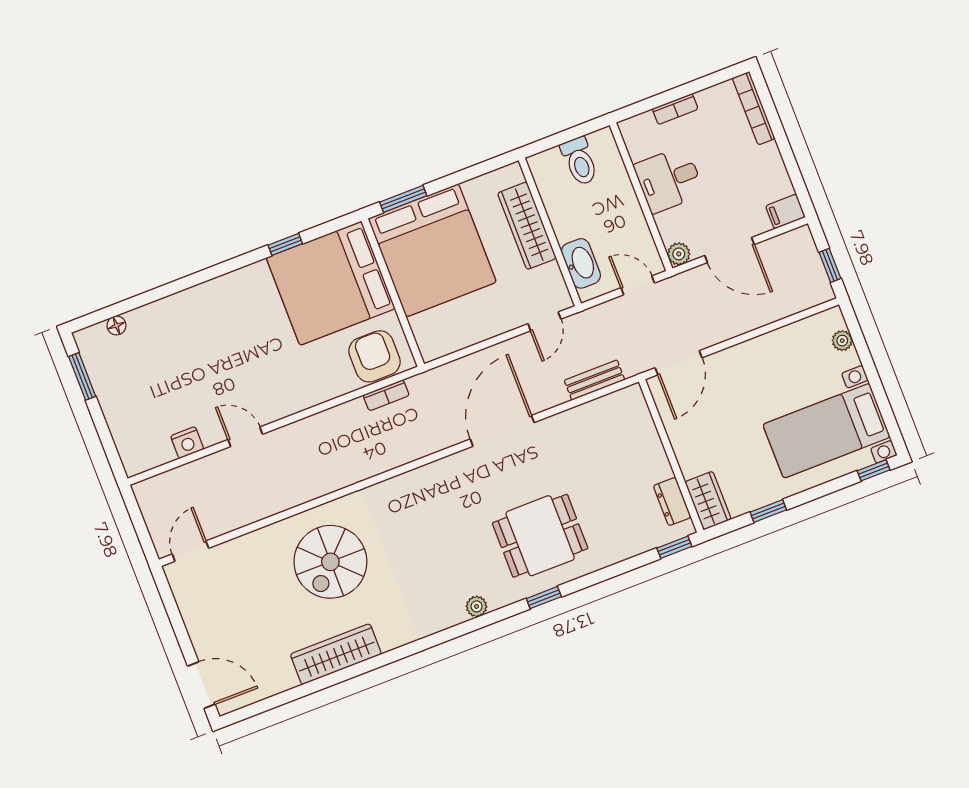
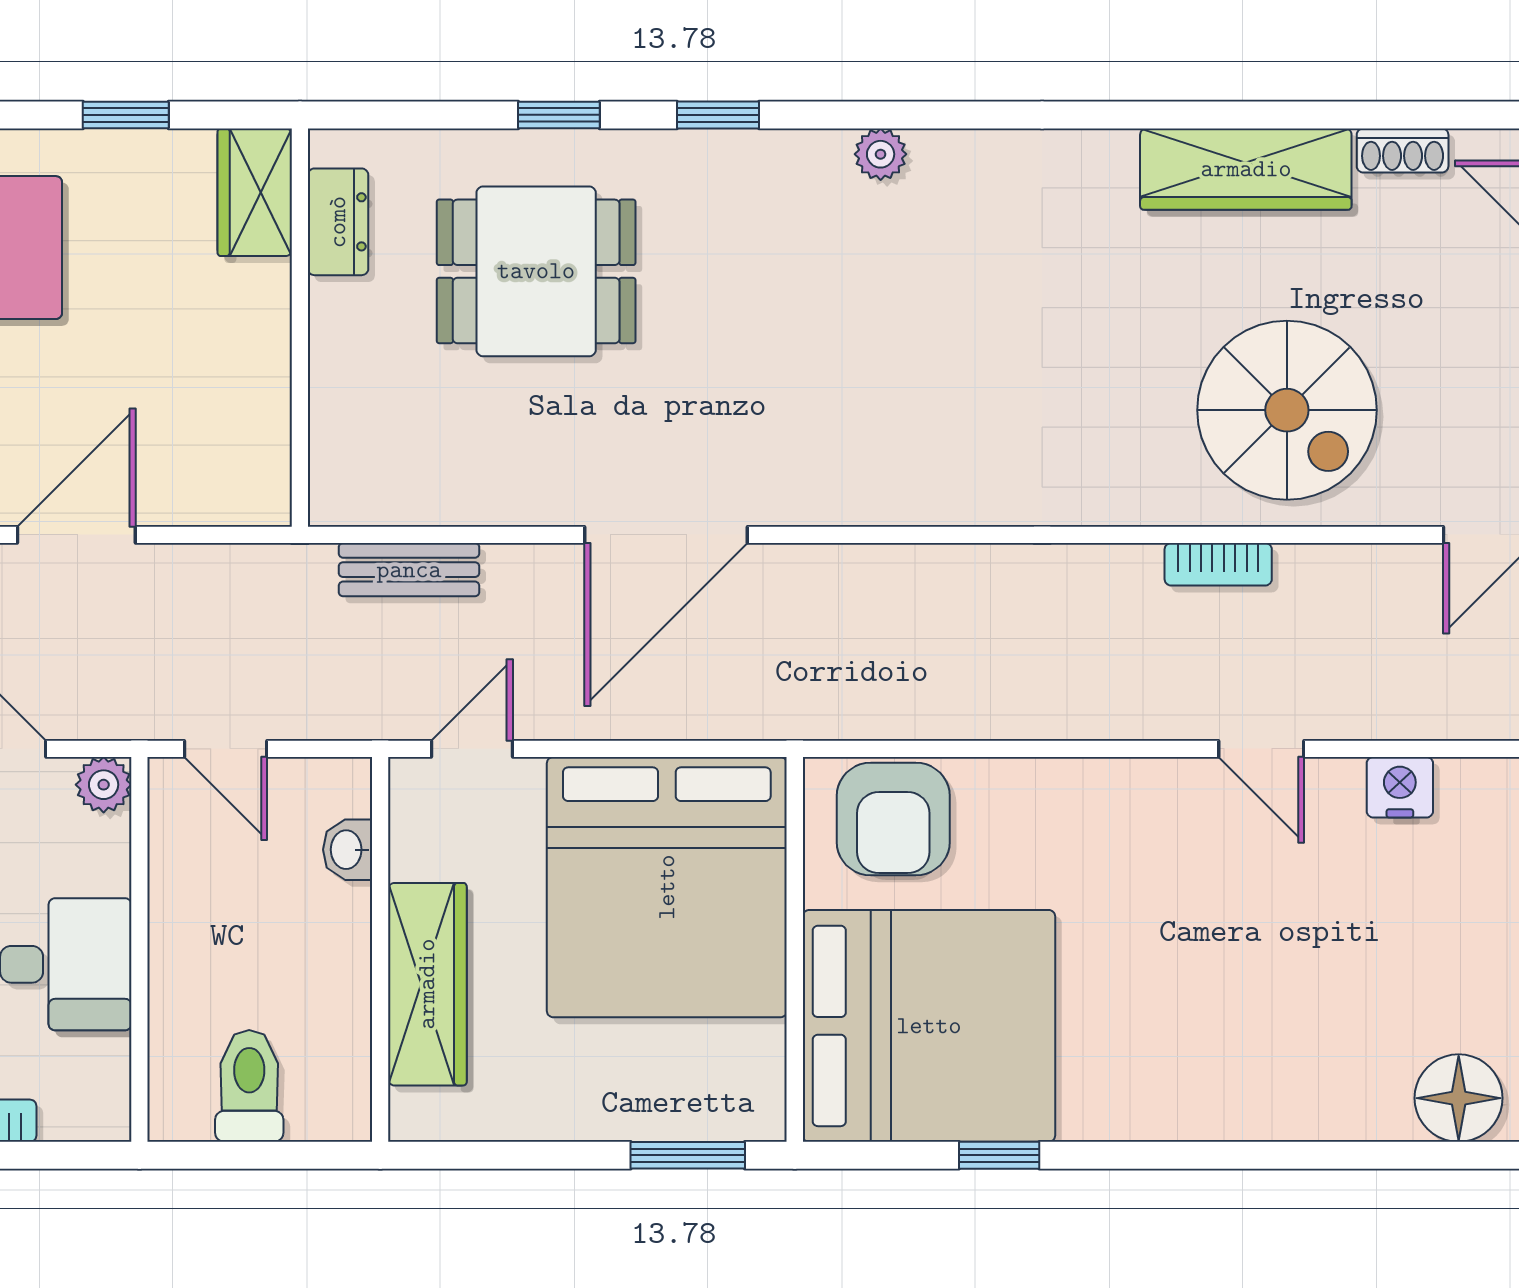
bed: (432, 250) -> (667, 887), moved, turned 180
washbasin: (581, 263) -> (348, 850), width x0.52, depth x0.69
floor lamp: (116, 325) -> (1459, 1098), width x1.89, depth x1.89
door: (679, 363) -> (76, 535), moved
bookcase: (386, 395) -> (1218, 564), moved, turned 180
dining table: (540, 536) -> (536, 271), moved
window: (674, 547) -> (559, 115), moved
spiral stairs: (330, 562) -> (1287, 410), moved, turned 90
shoe rack: (279, 684) -> (1403, 150), added

